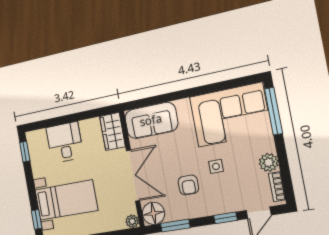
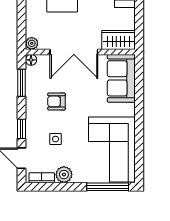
side table: (216, 166) -> (56, 139), moved
floor lamp: (153, 213) -> (31, 60), width x0.53, depth x0.53

